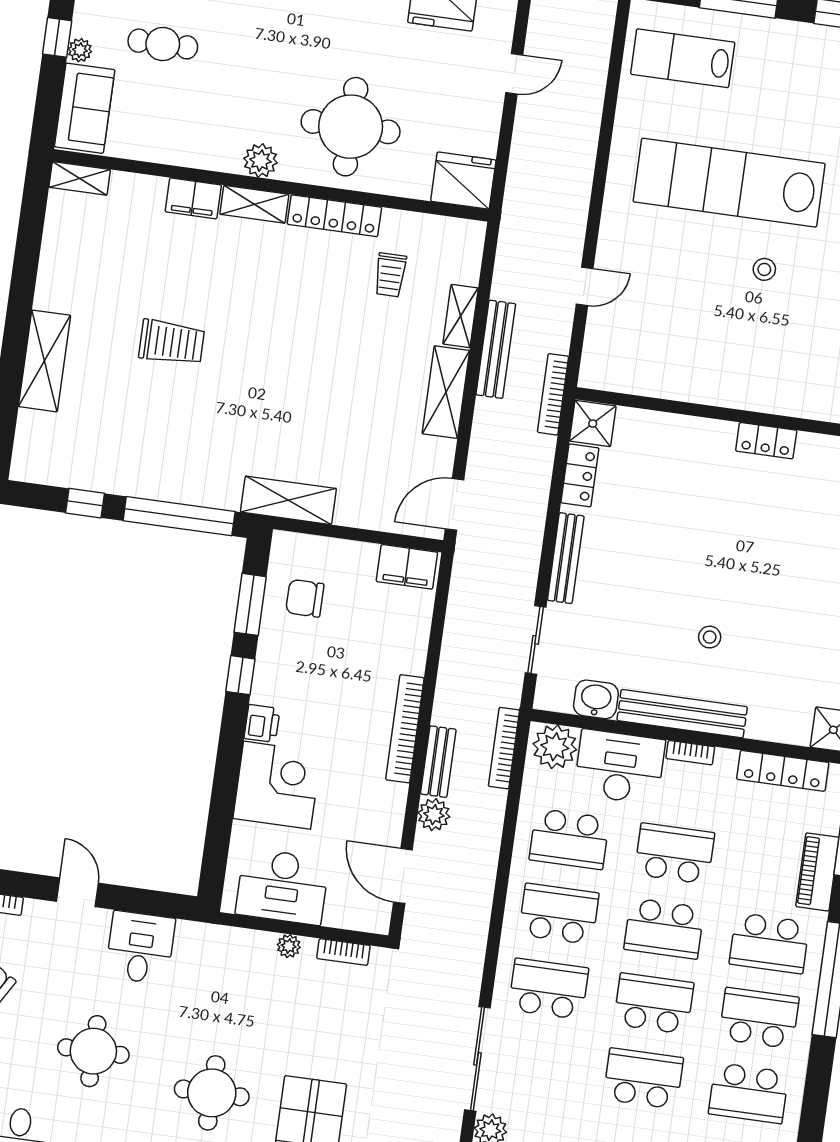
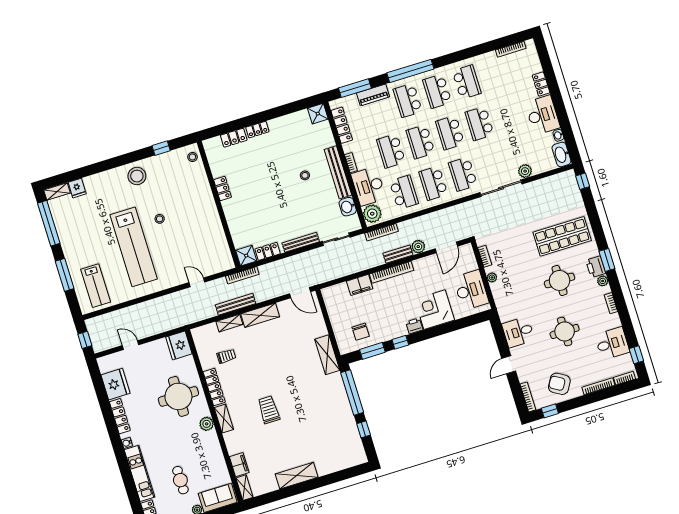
filing cabinet: (193, 198) -> (239, 465), moved
trolley: (172, 342) -> (269, 410), moved
shelving: (45, 361) -> (297, 476), moved
filing cabinet: (407, 567) -> (360, 285), moved, turned 90
school desk: (664, 928) -> (420, 142), turned 180
school desk: (769, 943) -> (408, 100), turned 180

